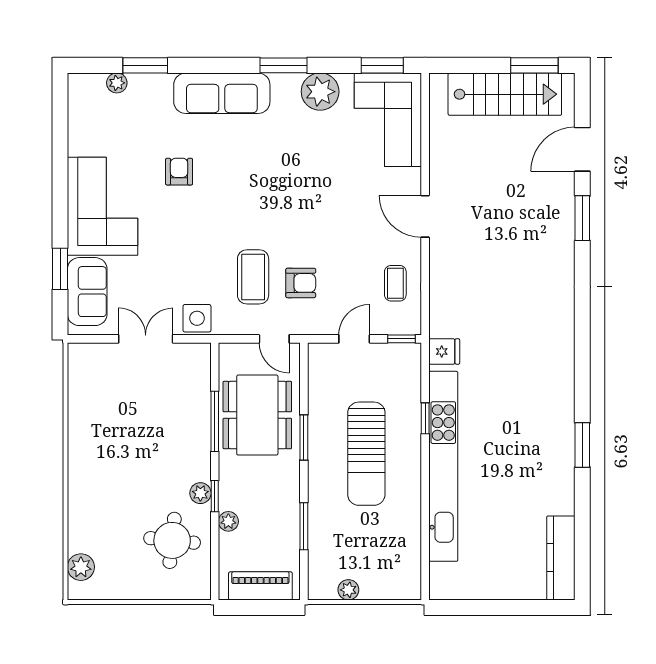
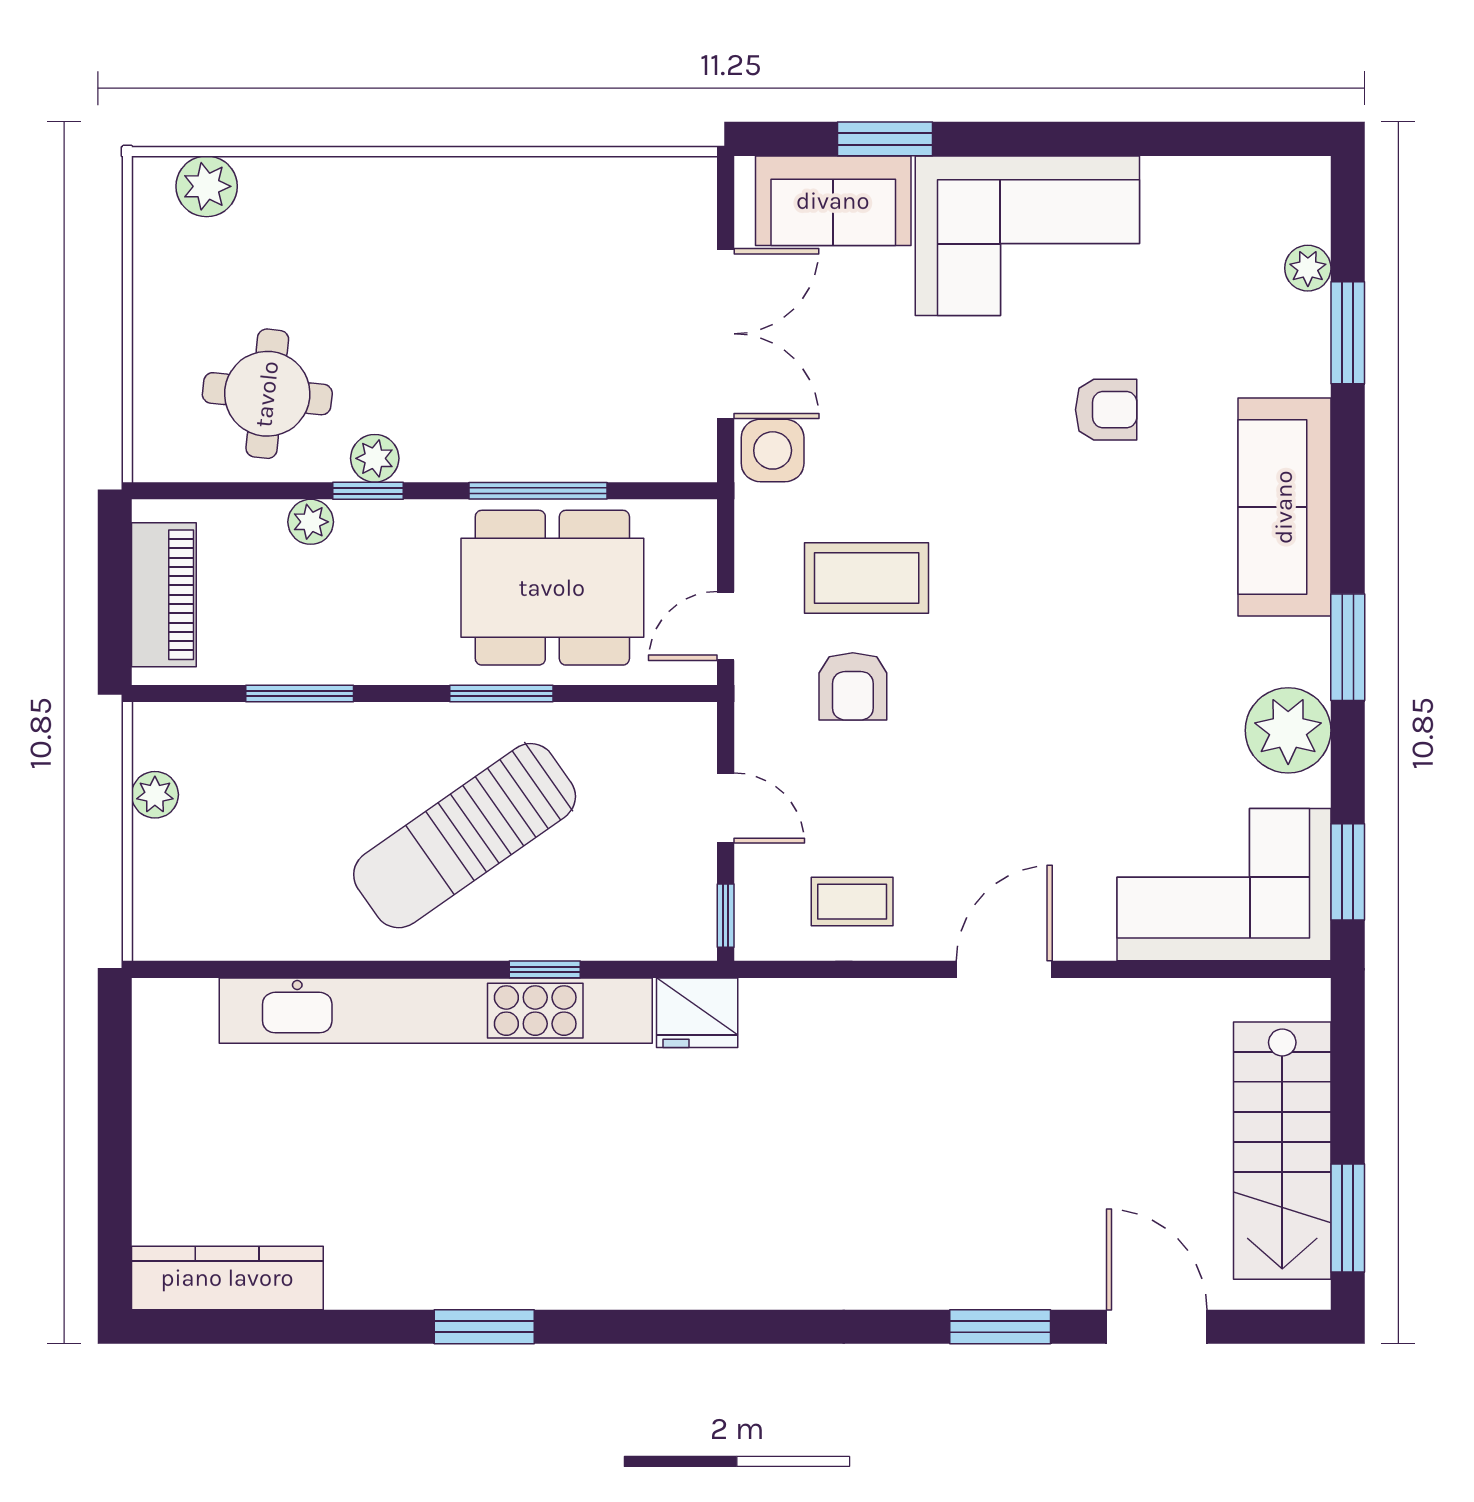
double door: (146, 339) -> (726, 334), width x1.37
fridge: (444, 351) -> (697, 1013), width x1.38
sun lounger: (366, 454) -> (465, 836), turned -35

